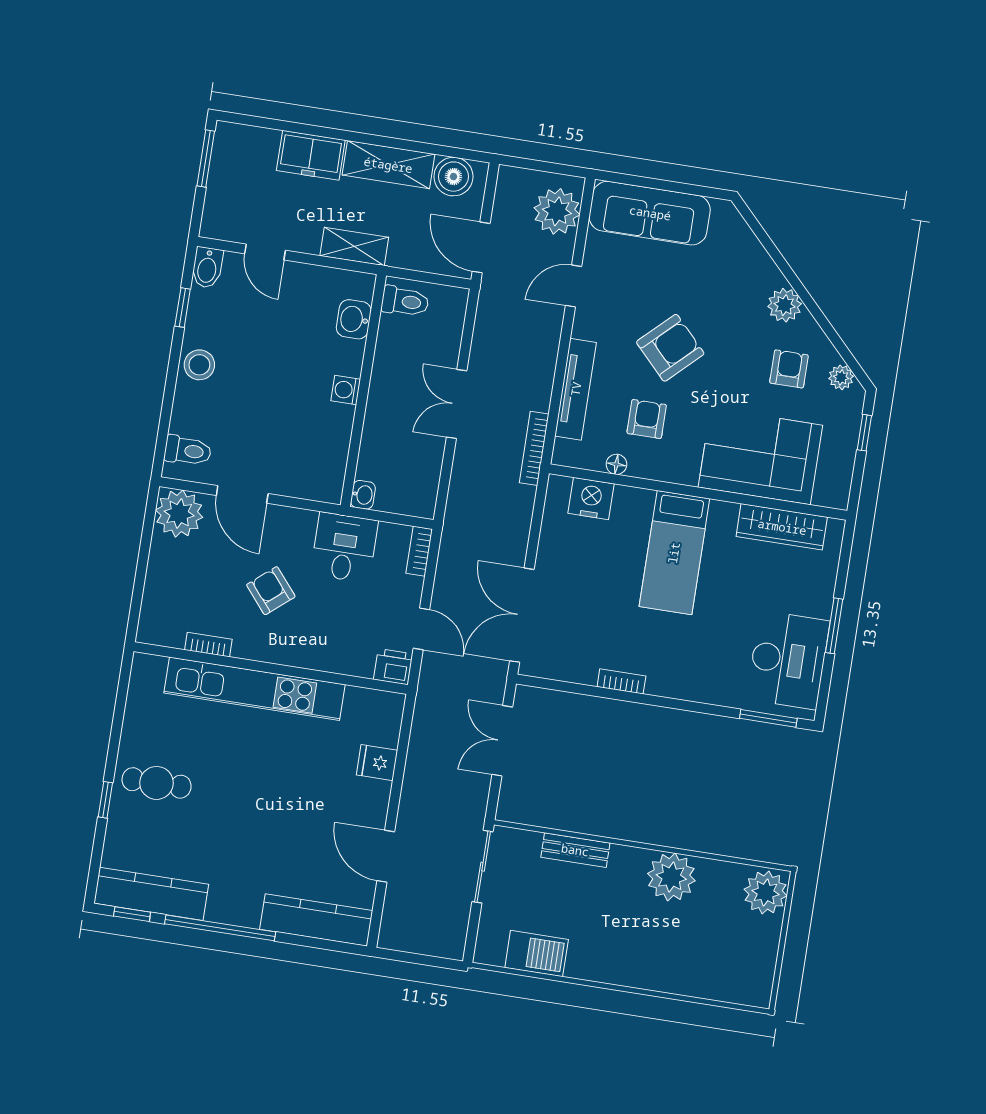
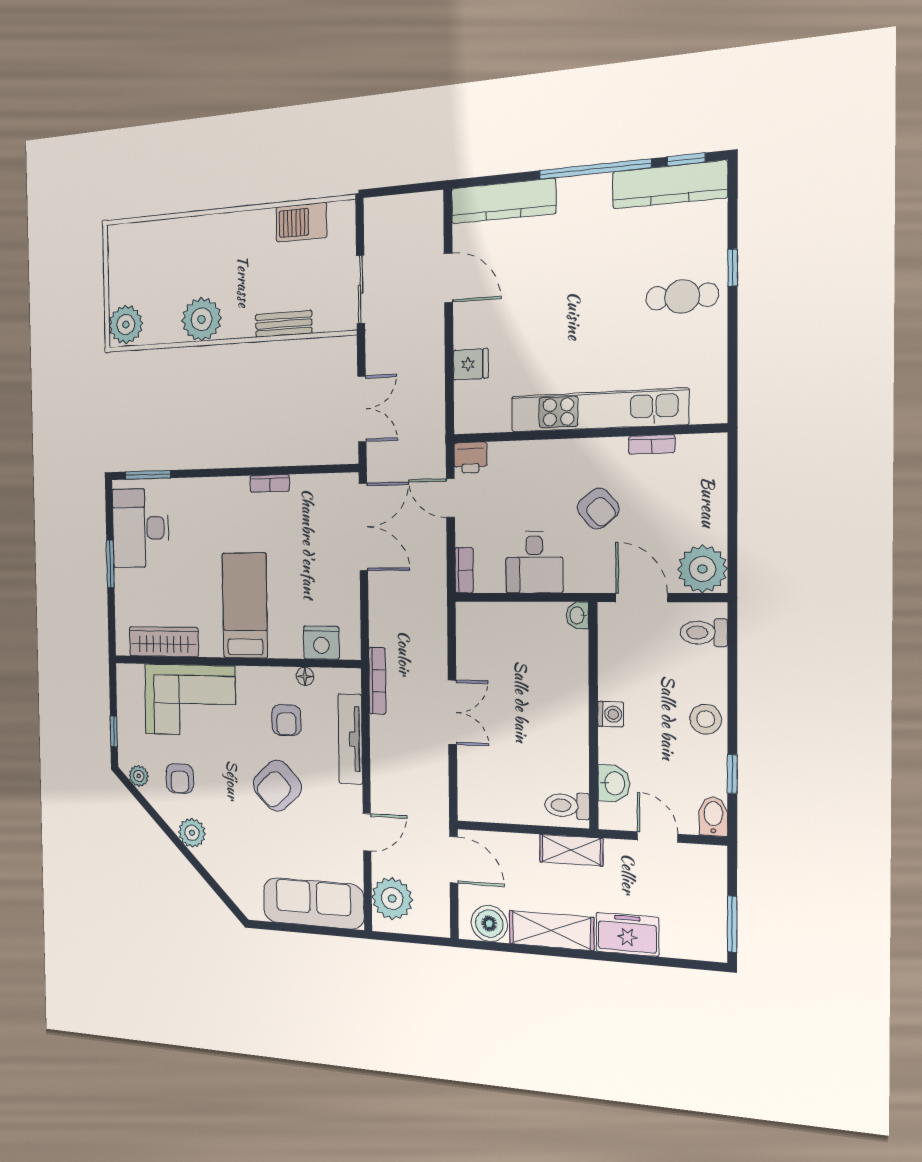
toilet: (405, 301) -> (567, 806), moved
washbasin: (354, 319) -> (614, 783), moved
washing machine: (346, 390) -> (611, 714), moved
wall: (363, 390) -> (593, 716), moved
washbasin: (363, 495) -> (577, 615), moved

